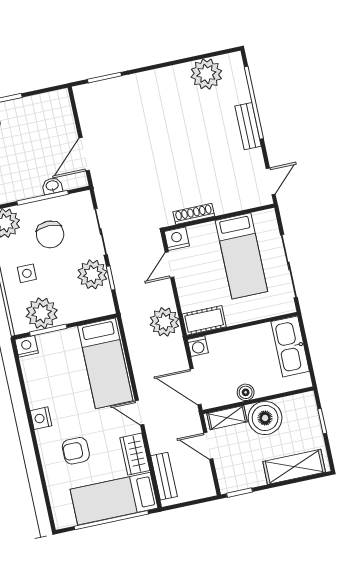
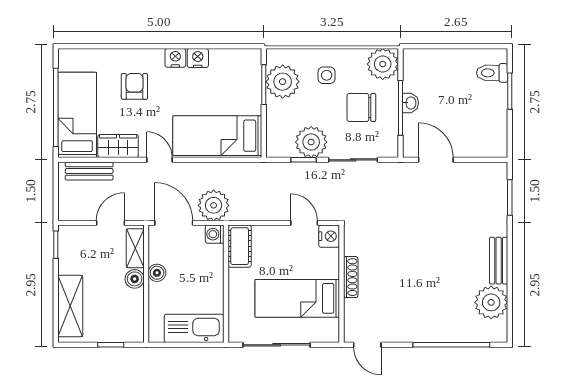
bench: (248, 126) -> (499, 261), moved, turned 90
washbasin: (52, 186) -> (410, 103), moved
shoe rack: (194, 214) -> (351, 277), moved
plant: (165, 322) -> (214, 205), moved
nightstand: (27, 346) -> (198, 58), moved, turned -90
door: (196, 387) -> (174, 223), hinge flipped
door: (139, 413) -> (159, 160), hinge flipped
boiler: (265, 418) -> (135, 279), width x0.54, depth x0.54

